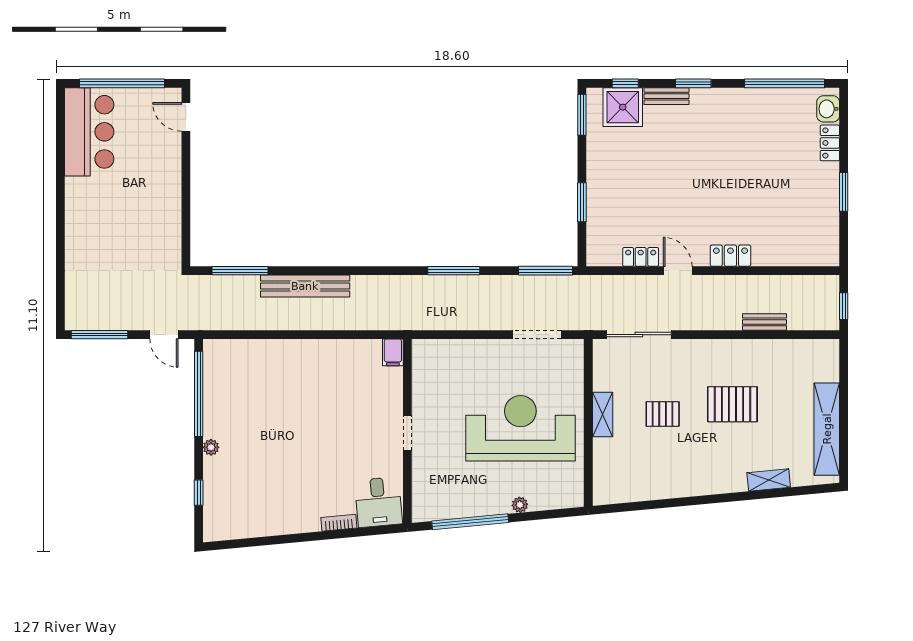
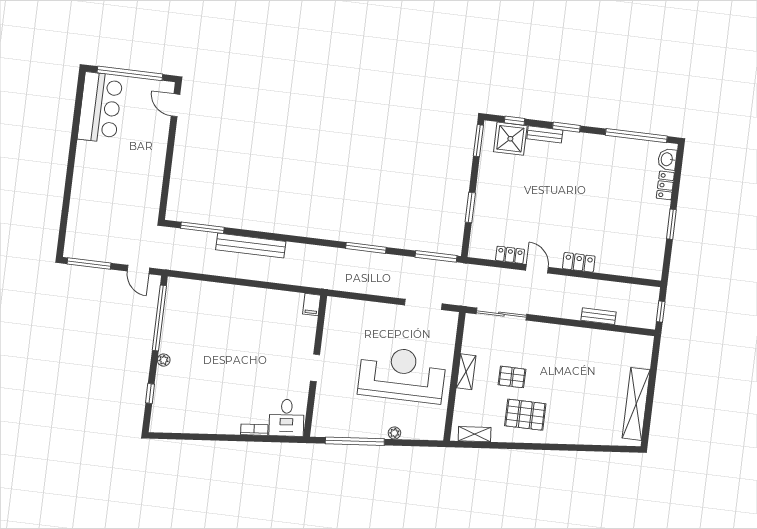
pallet: (732, 404) -> (525, 415), moved
shelving: (769, 480) -> (475, 434), moved

